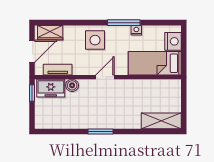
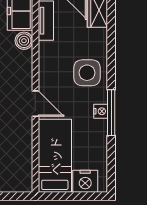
nightstand: (136, 30) -> (101, 111), moved
door: (105, 77) -> (35, 104), moved

